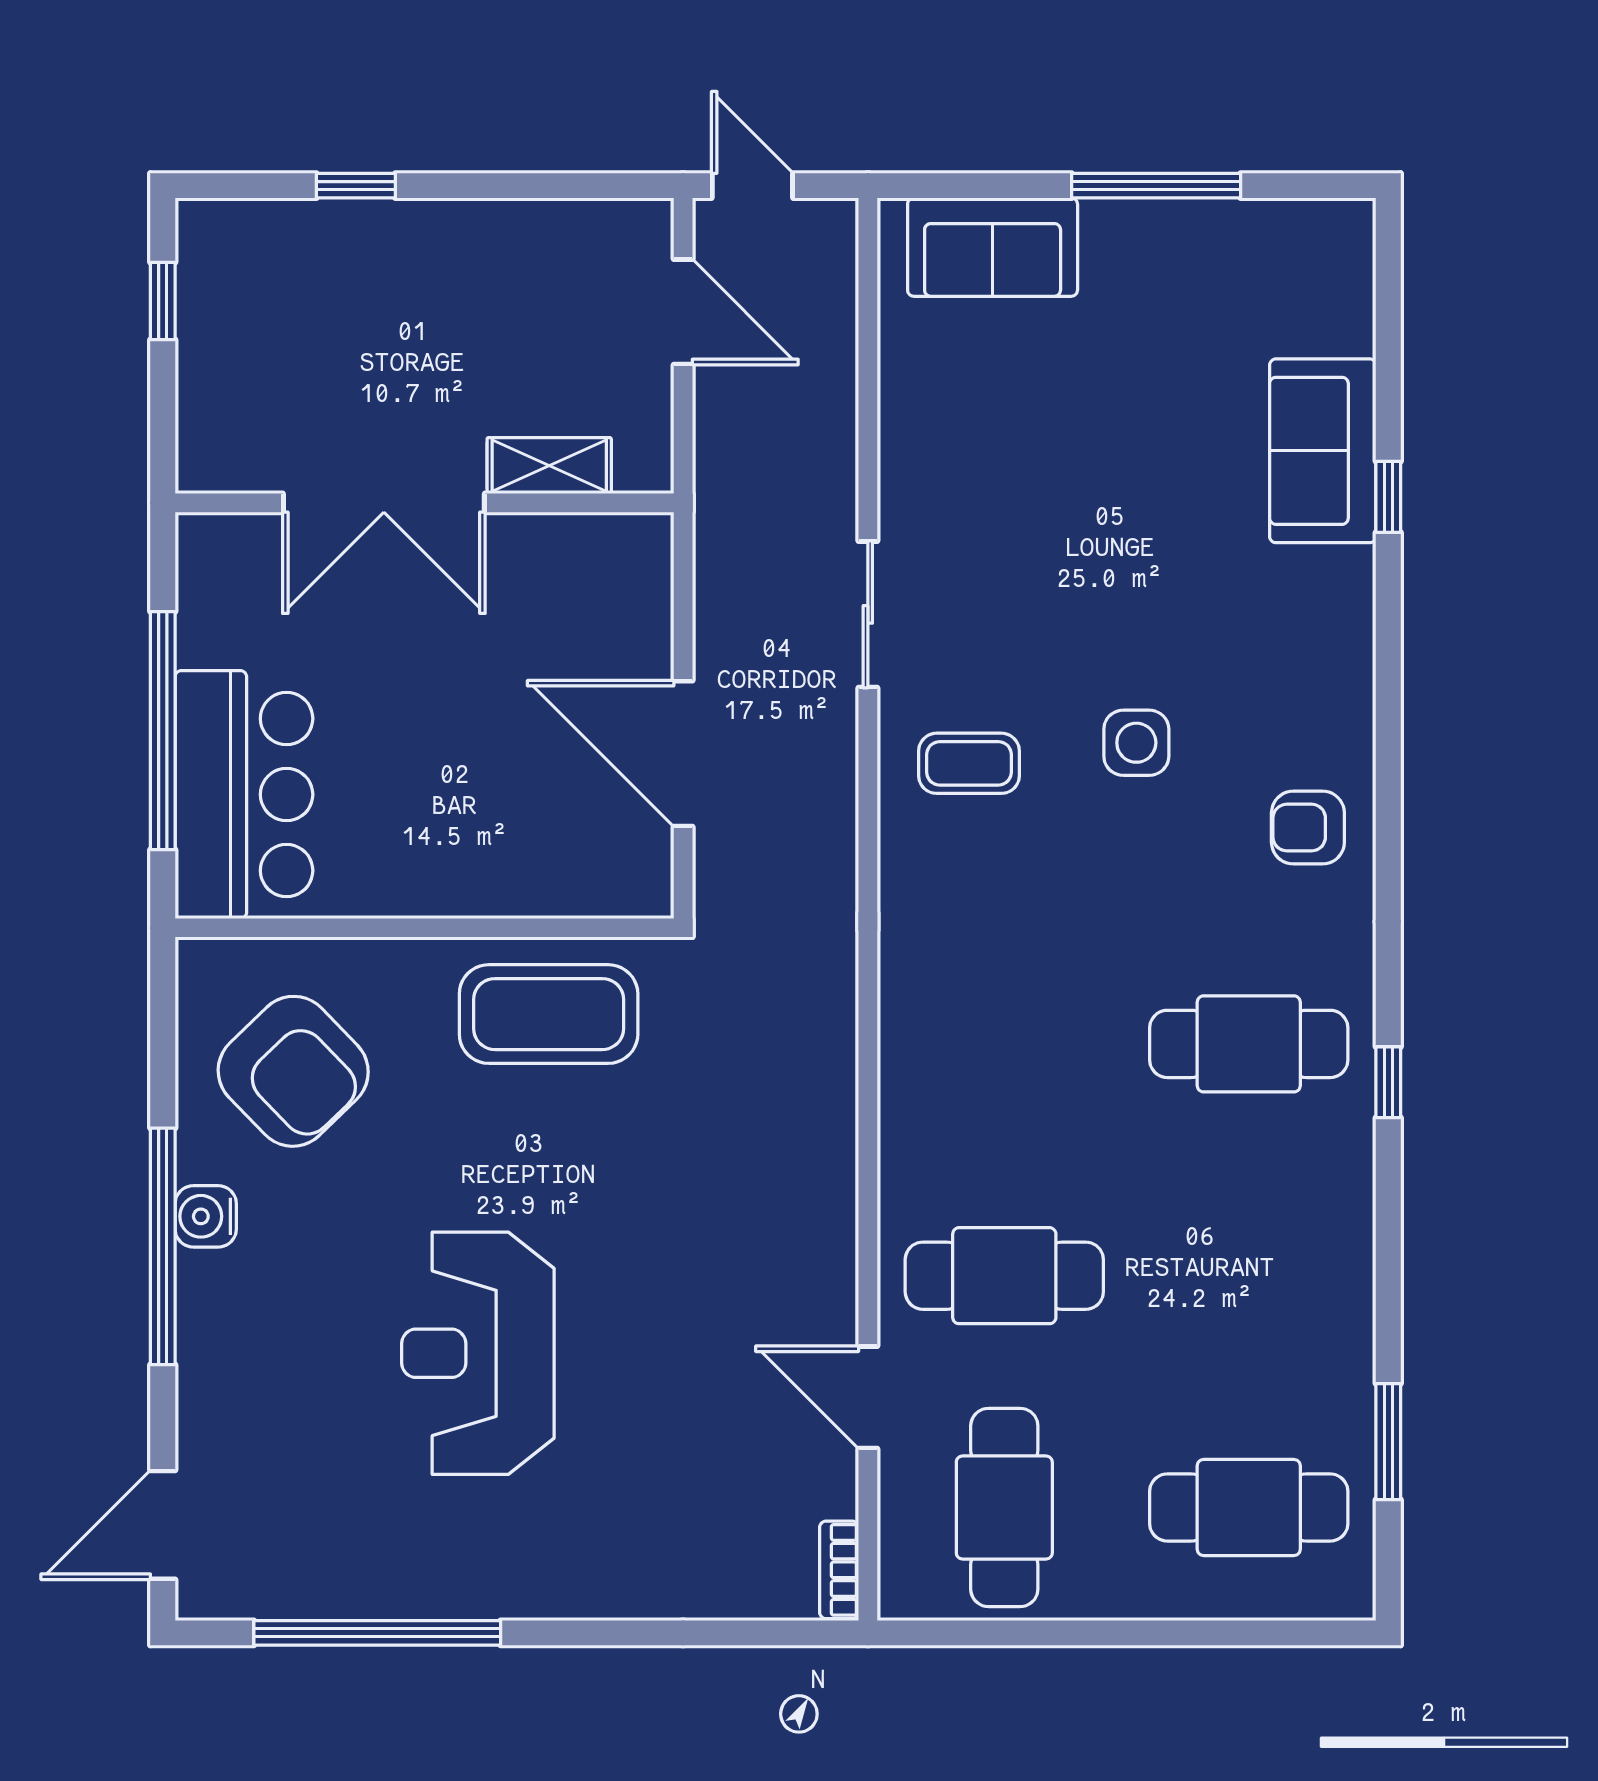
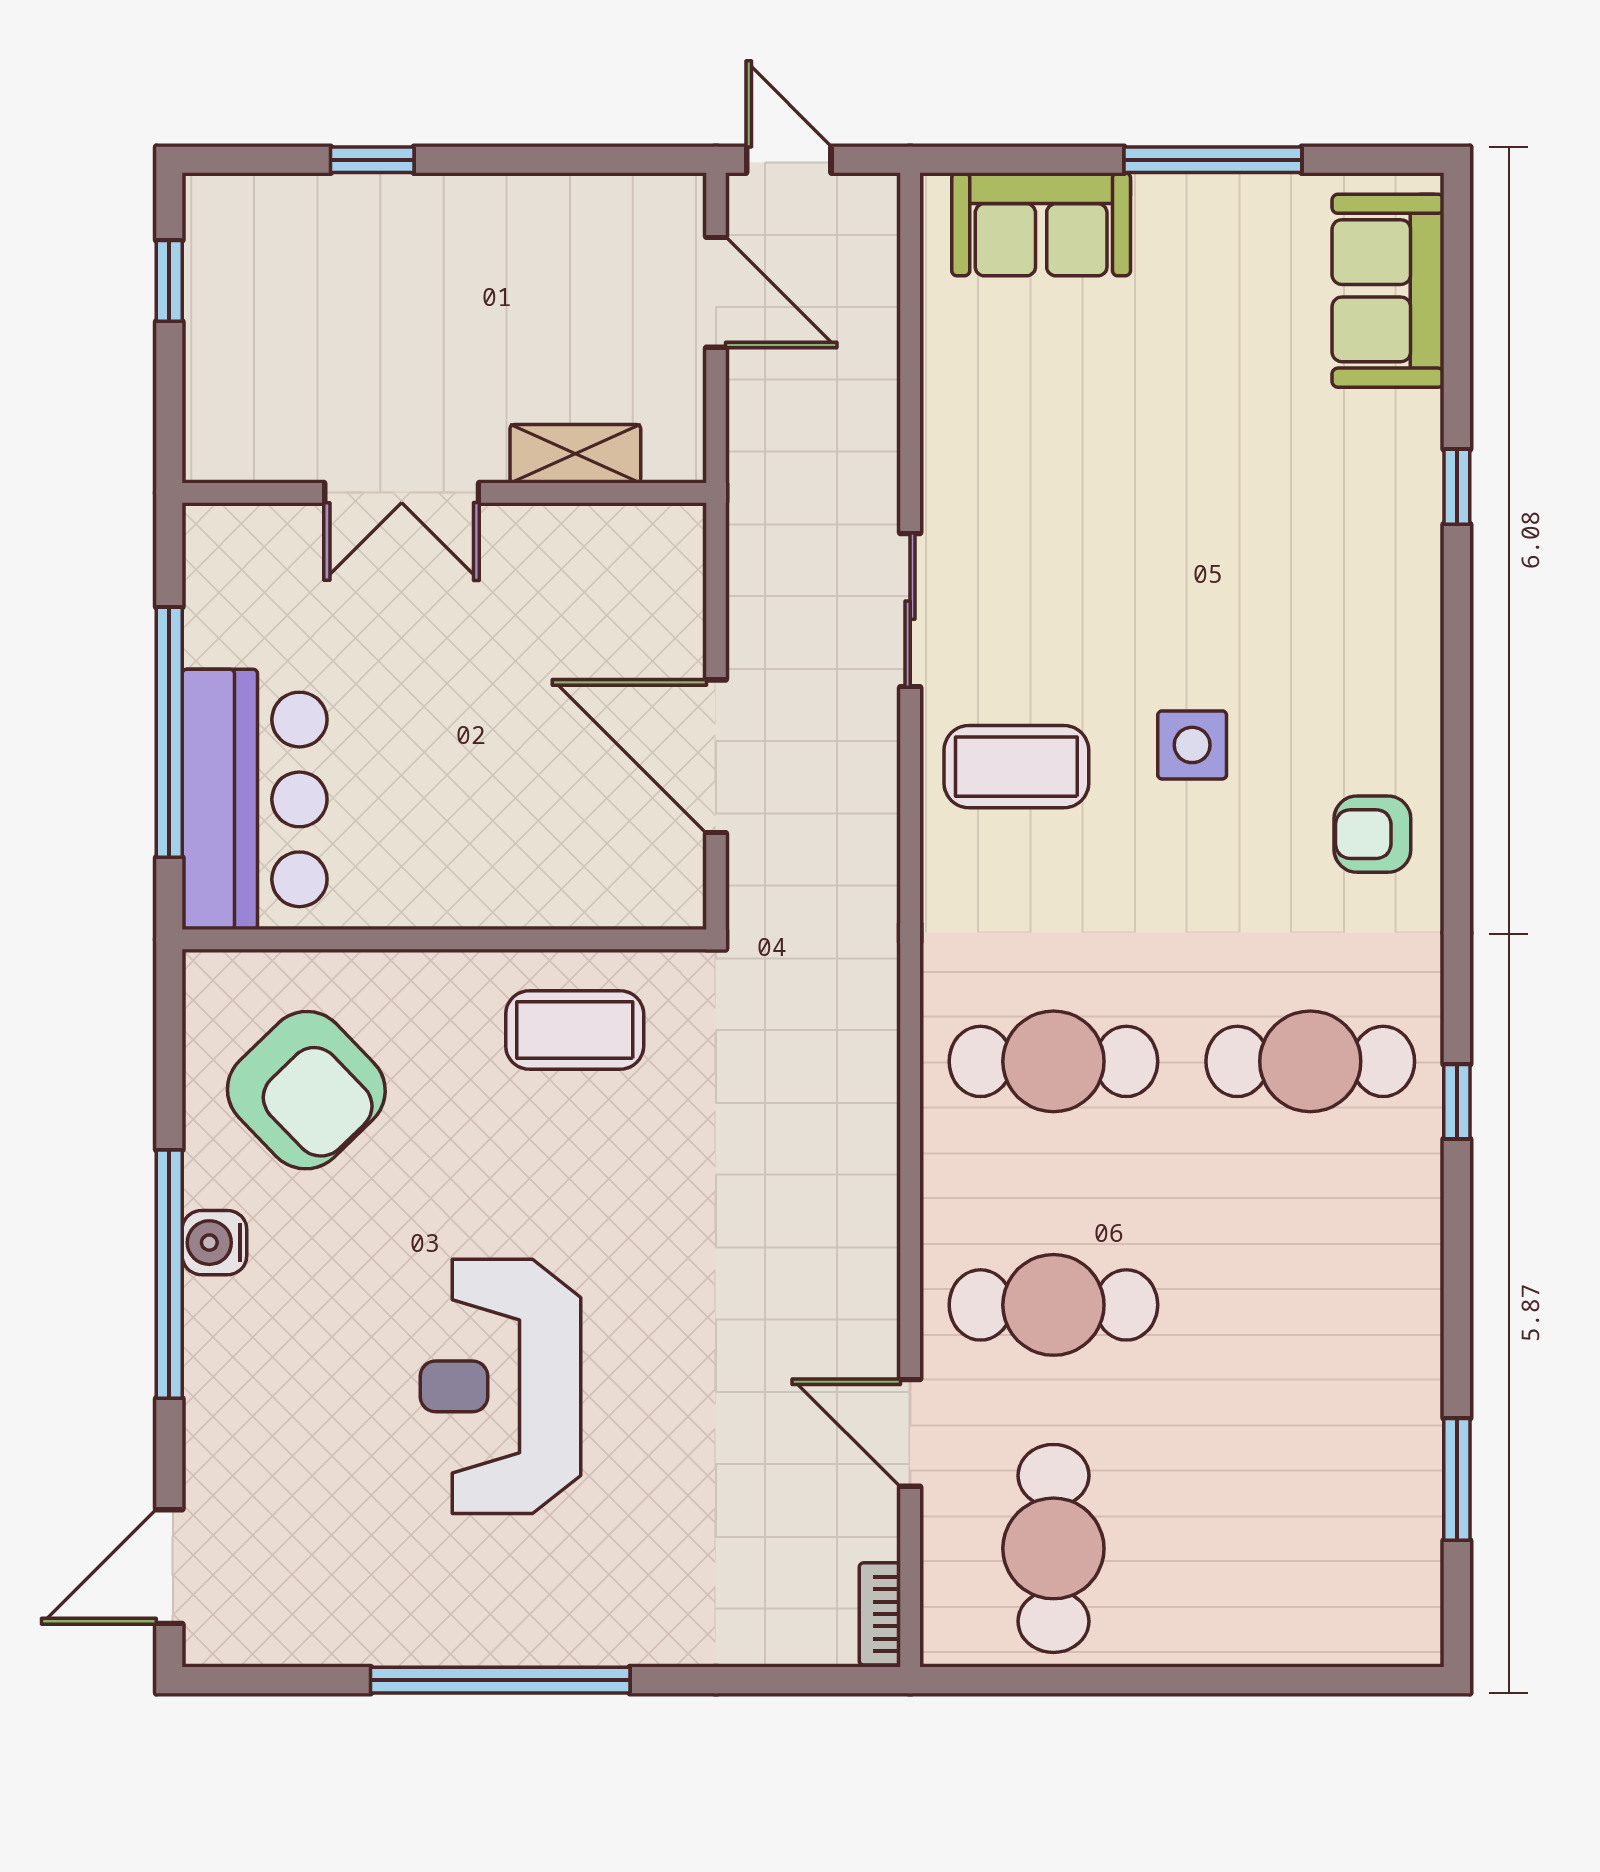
sofa: (1323, 451) -> (1388, 291), moved
double door: (384, 503) -> (402, 493), width x0.73
coffee table: (969, 763) -> (1016, 767), width x1.36, depth x1.30
coffee table: (549, 1014) -> (575, 1030), width x0.73, depth x0.76
cafe table: (1249, 1507) -> (1053, 1061), moved
window: (377, 1633) -> (500, 1680), moved

